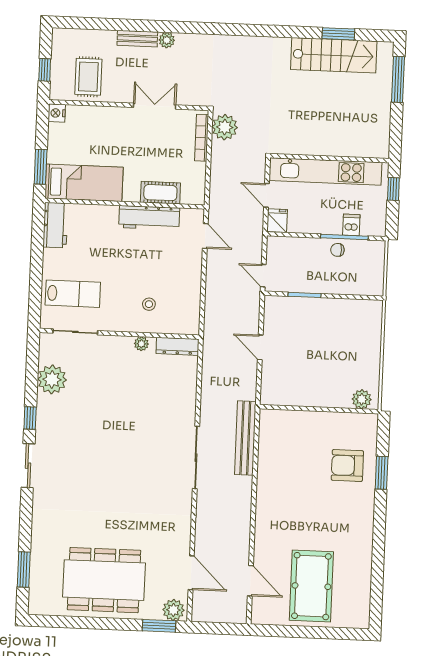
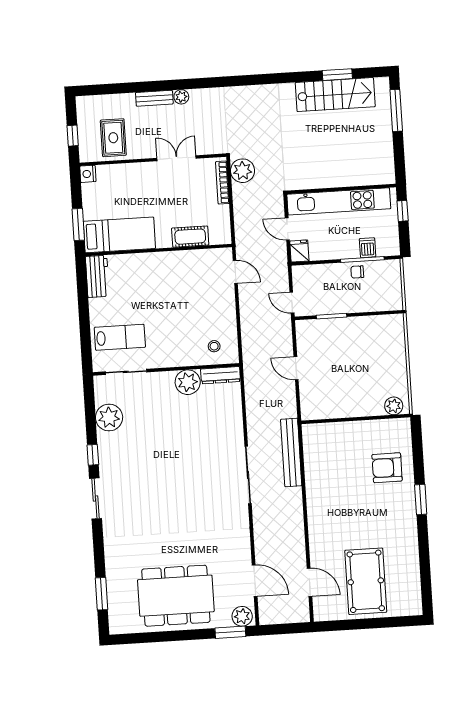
workbench: (149, 218) -> (182, 261), removed
stool: (149, 304) -> (214, 346), moved
plant: (141, 344) -> (188, 382), width x1.88, depth x1.88
window: (382, 473) -> (421, 500), moved

